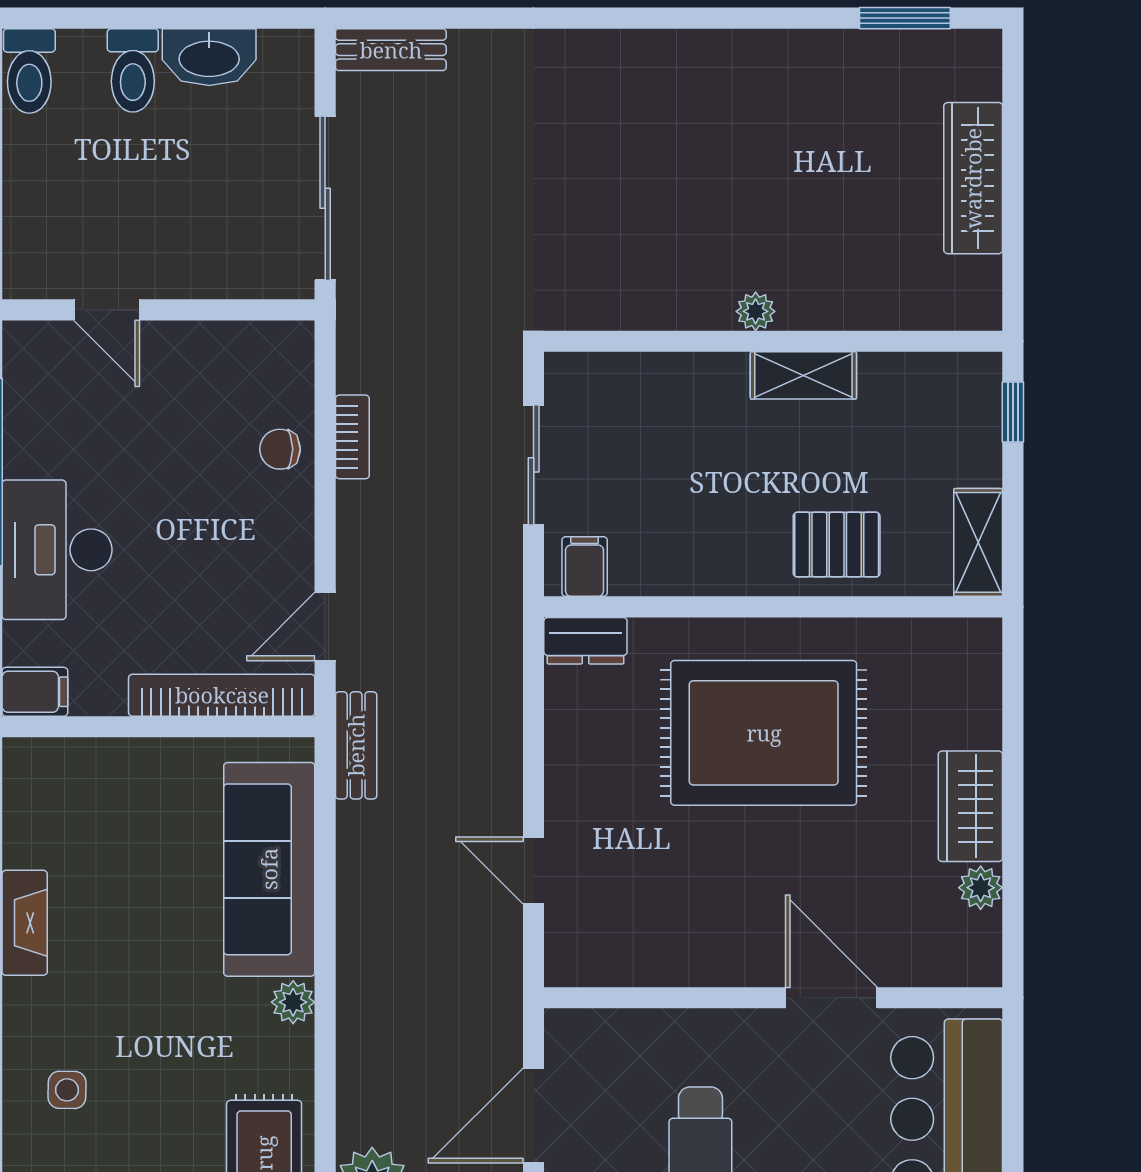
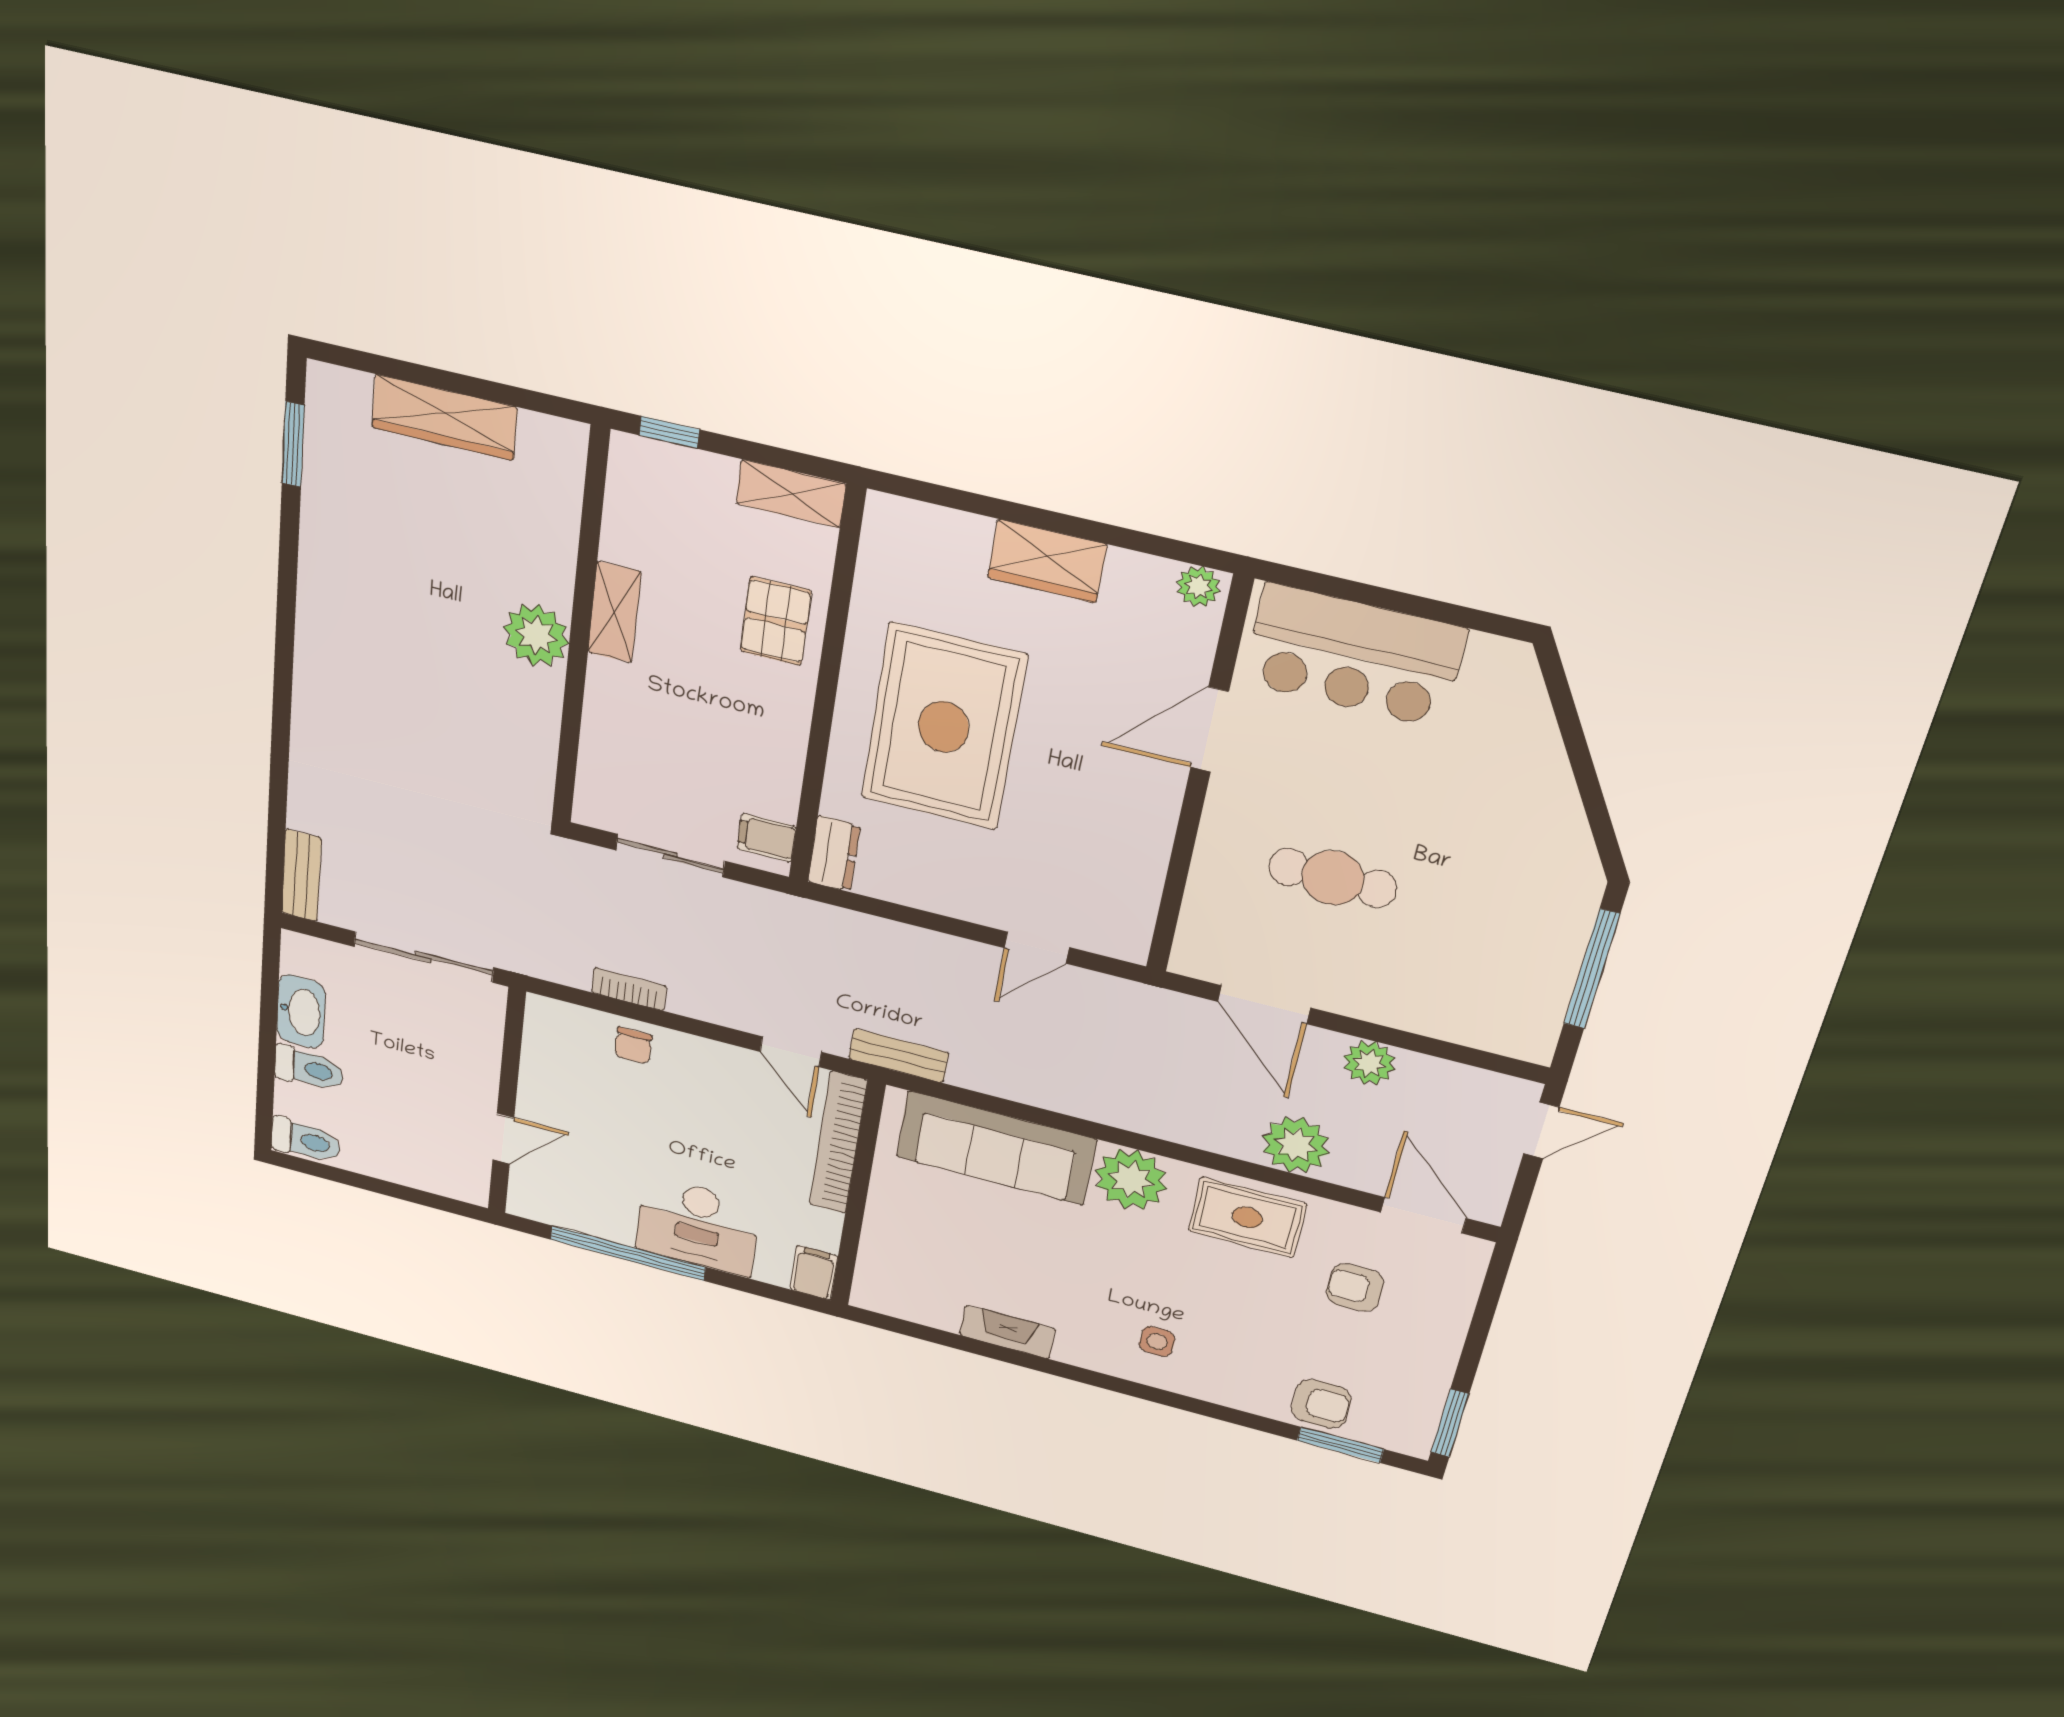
plant: (756, 311) -> (536, 635), width x1.87, depth x1.87
plant: (981, 888) -> (1198, 587), moved
plant: (293, 1002) -> (1131, 1179), width x1.88, depth x1.88

